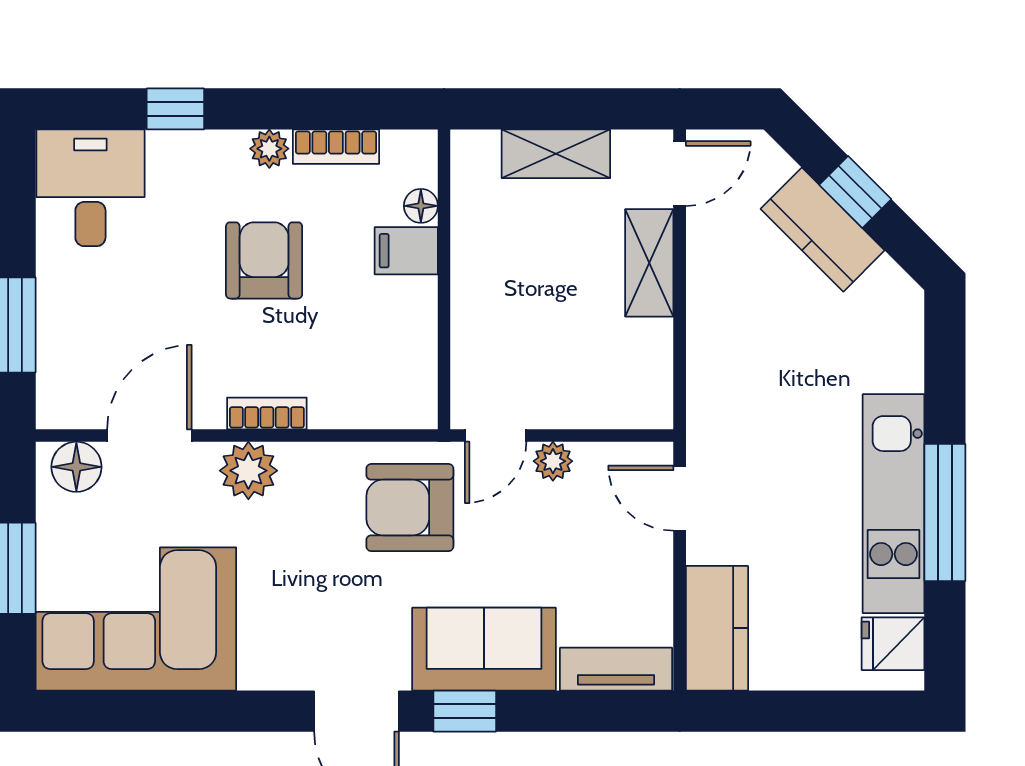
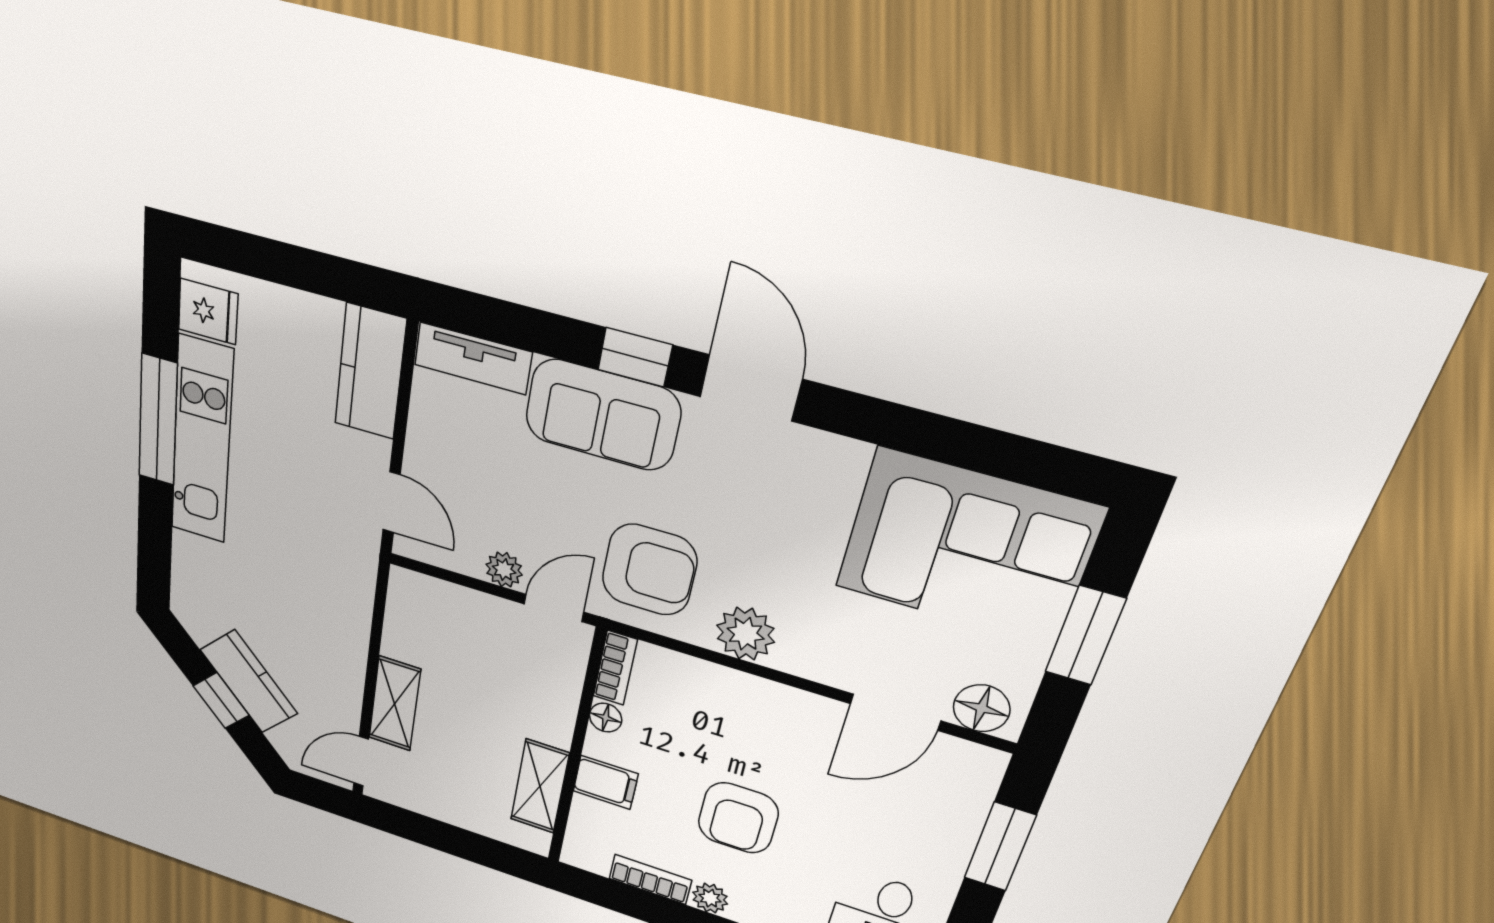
shelving: (556, 154) -> (540, 786), moved, turned 90
floor lamp: (421, 206) -> (606, 718), moved
bookcase: (267, 414) -> (615, 668), moved, turned -90
plant: (248, 471) -> (745, 634), moved

